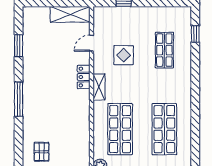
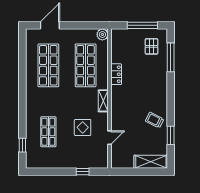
shelving: (70, 14) -> (151, 162), moved
trolley: (38, 64) -> (155, 120), added
locker: (84, 77) -> (116, 74), moved
window: (19, 99) -> (171, 57), moved

